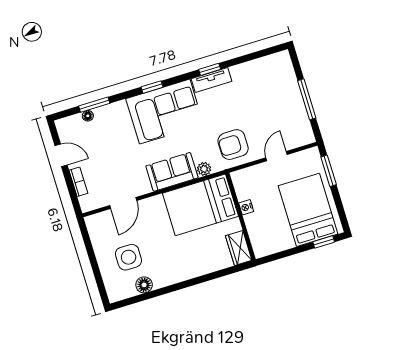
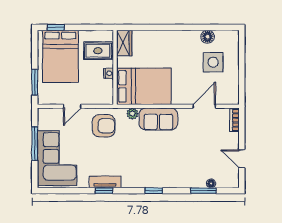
corner sofa: (165, 112) -> (57, 158), moved, turned 90
bookcase: (78, 182) -> (234, 120), moved
rug: (266, 230) -> (98, 51), added

